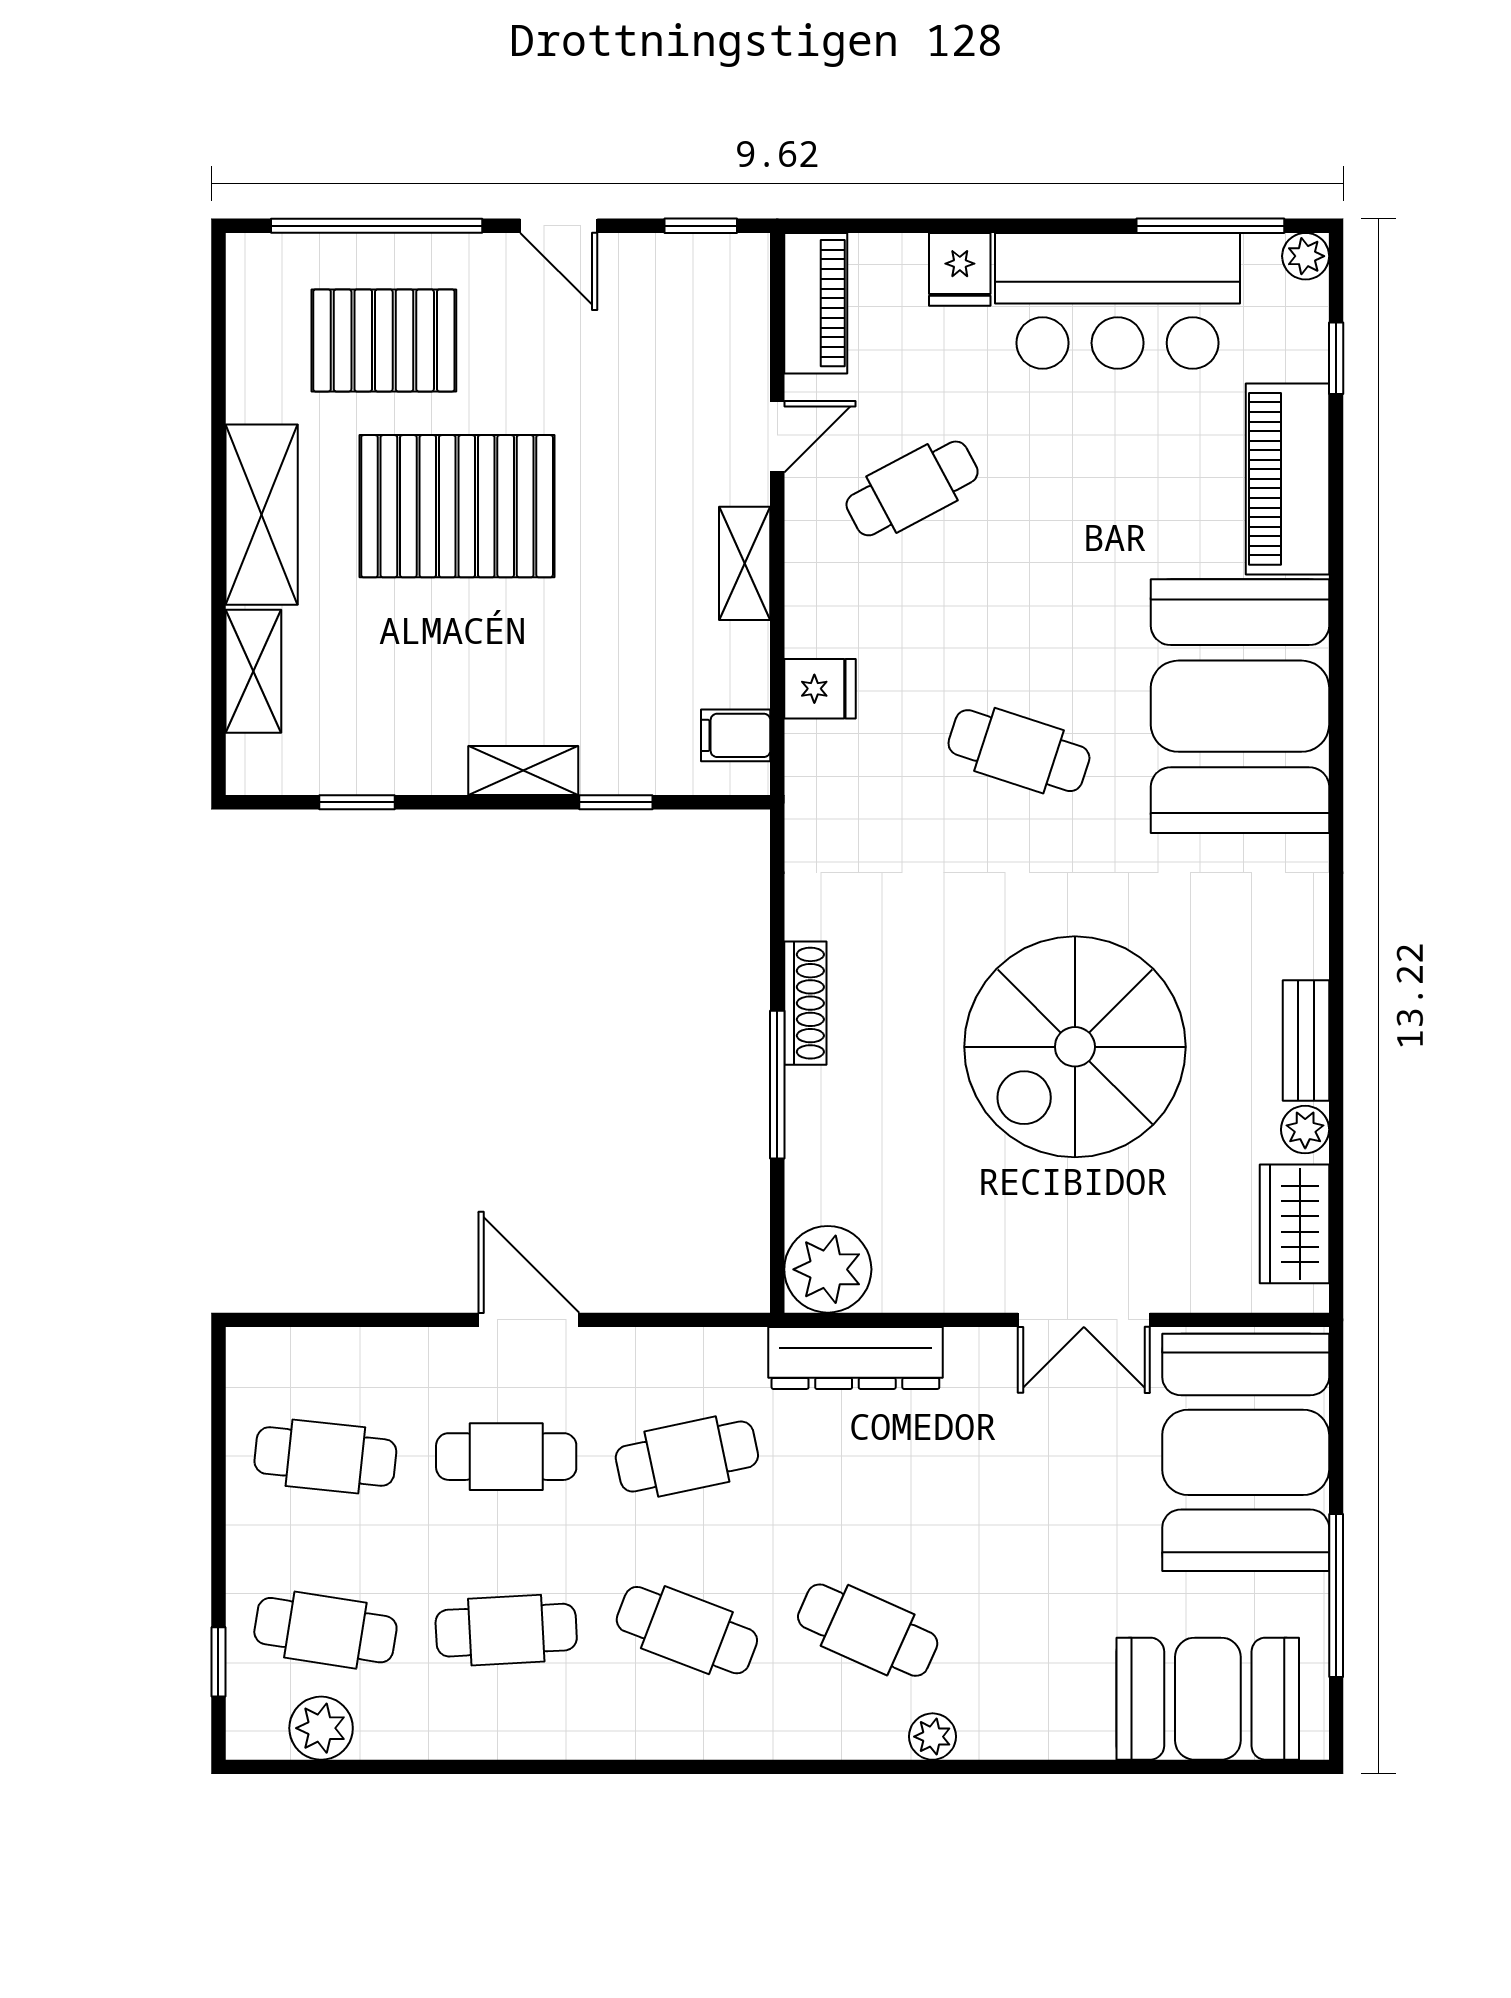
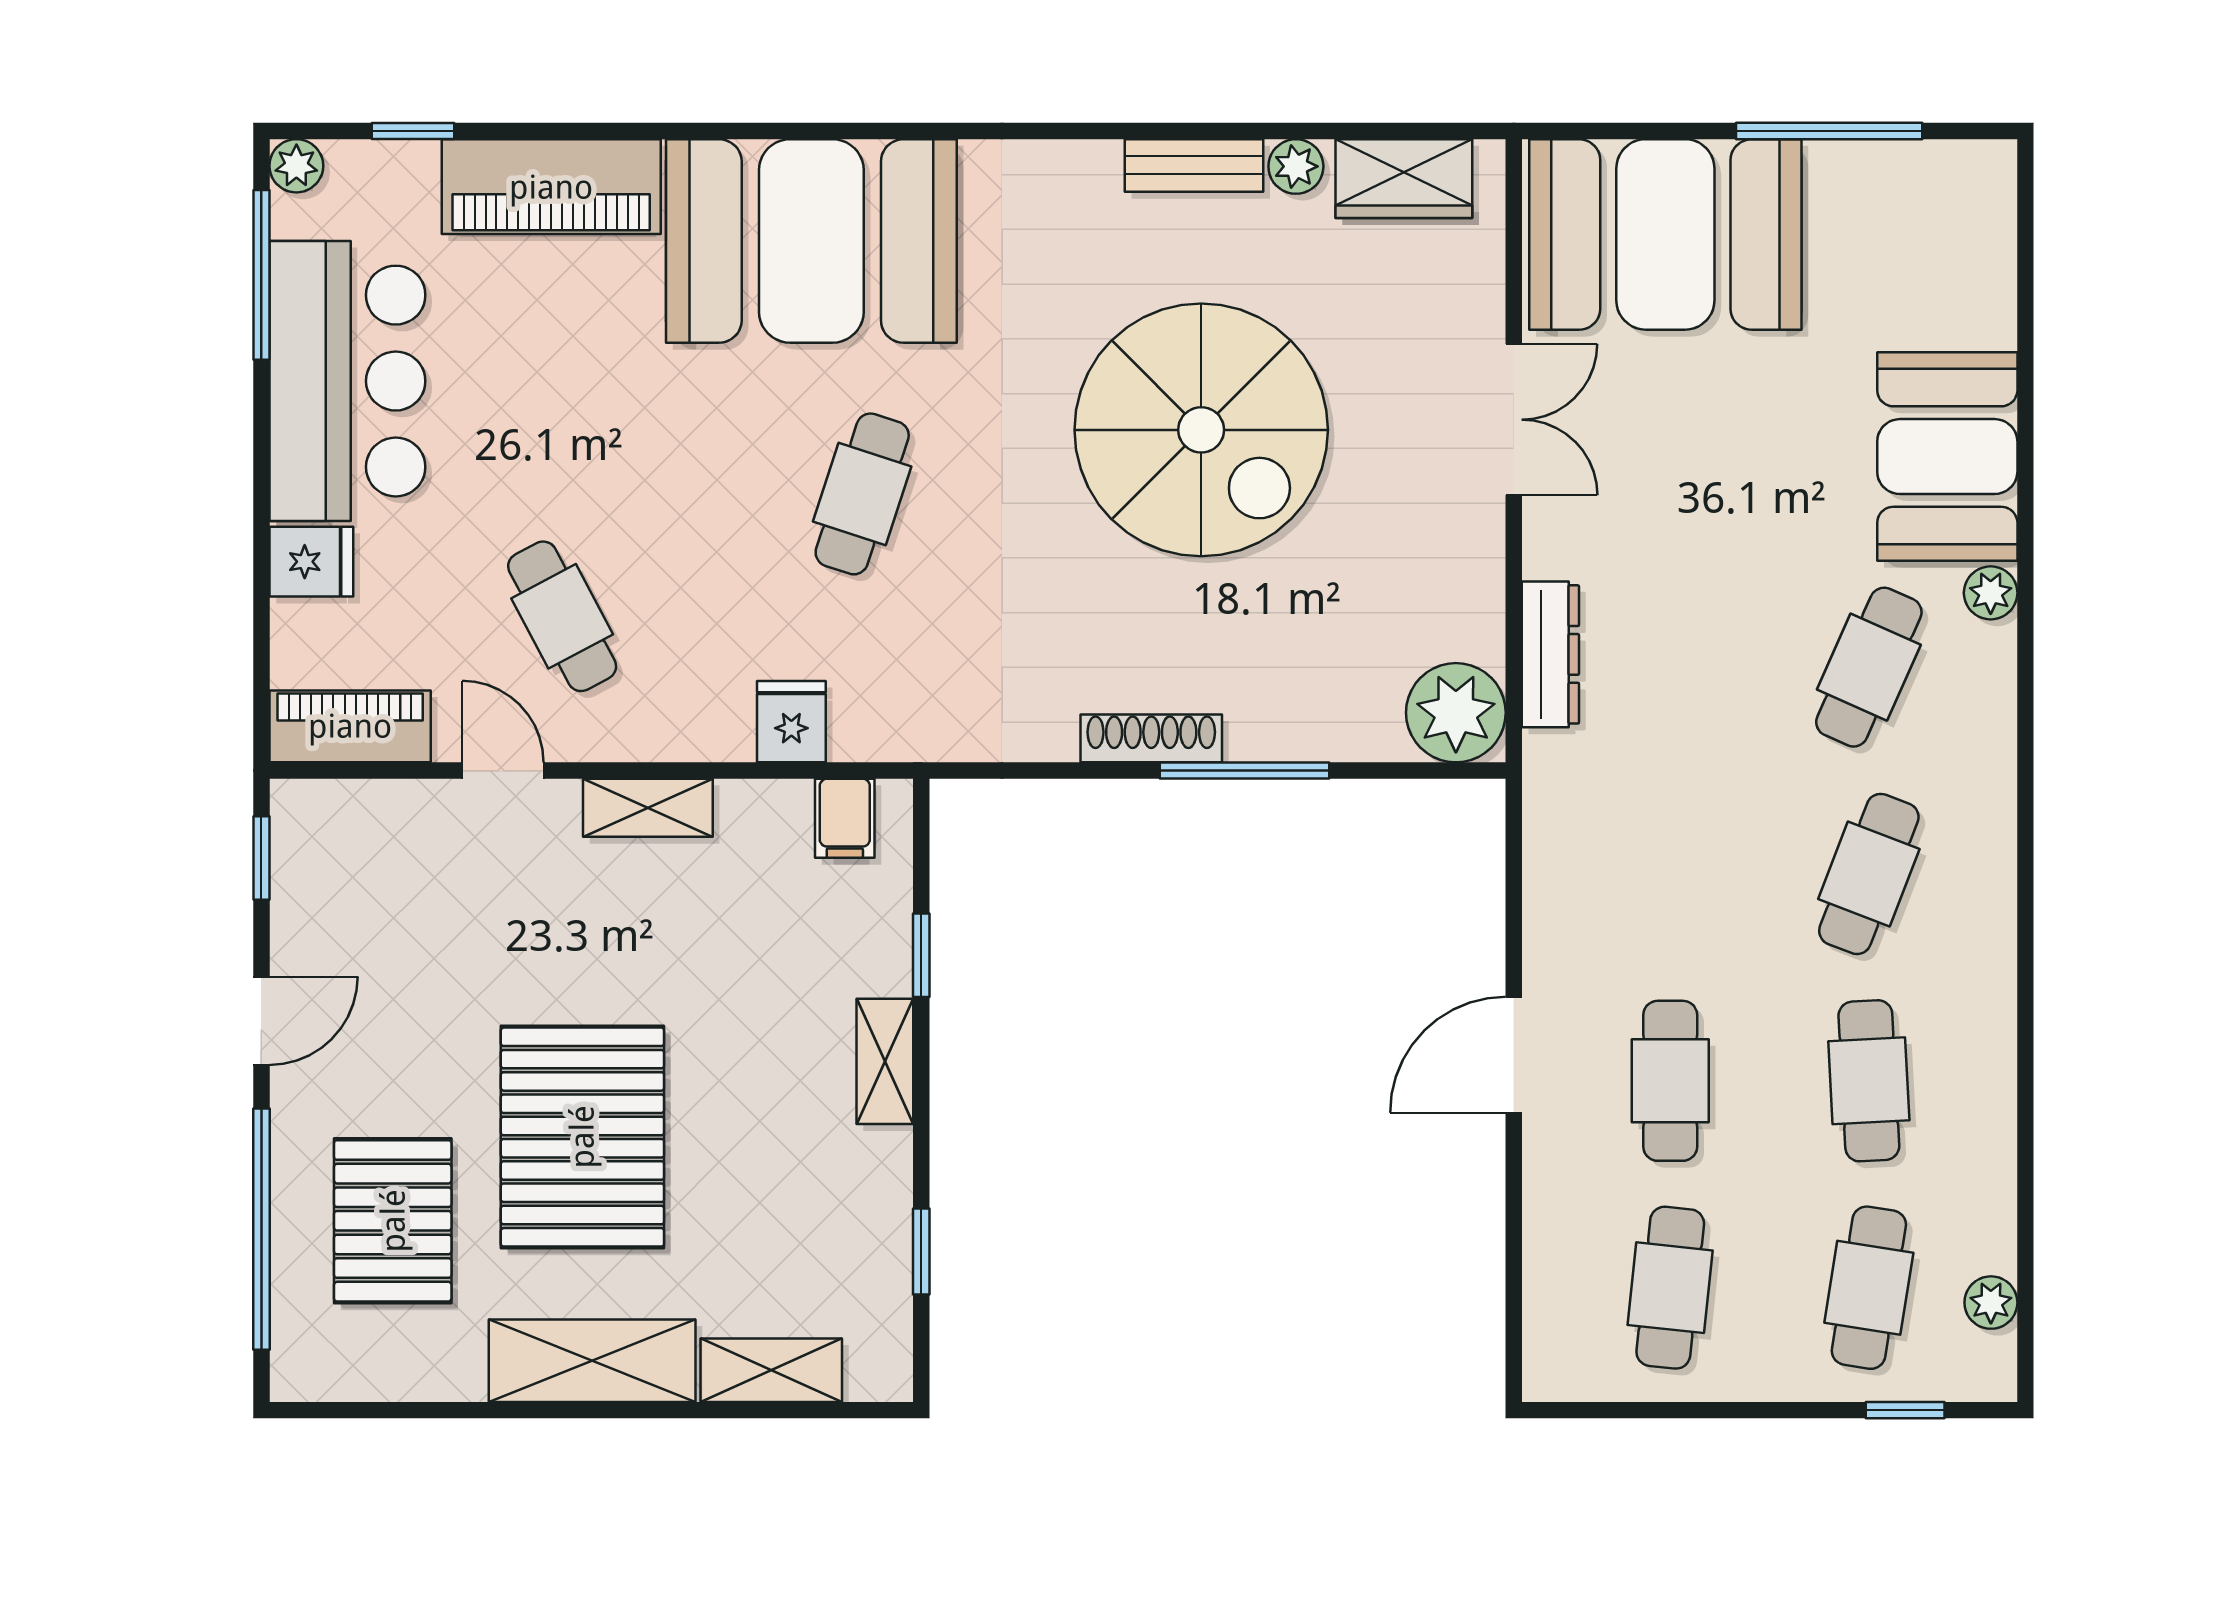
dresser: (855, 1358) -> (1550, 654), width x0.73, depth x0.80
cafe table: (687, 1457) -> (1670, 874), removed
booth: (1208, 1699) -> (1947, 457), moved
plant: (321, 1728) -> (1991, 1303), width x0.73, depth x0.73

